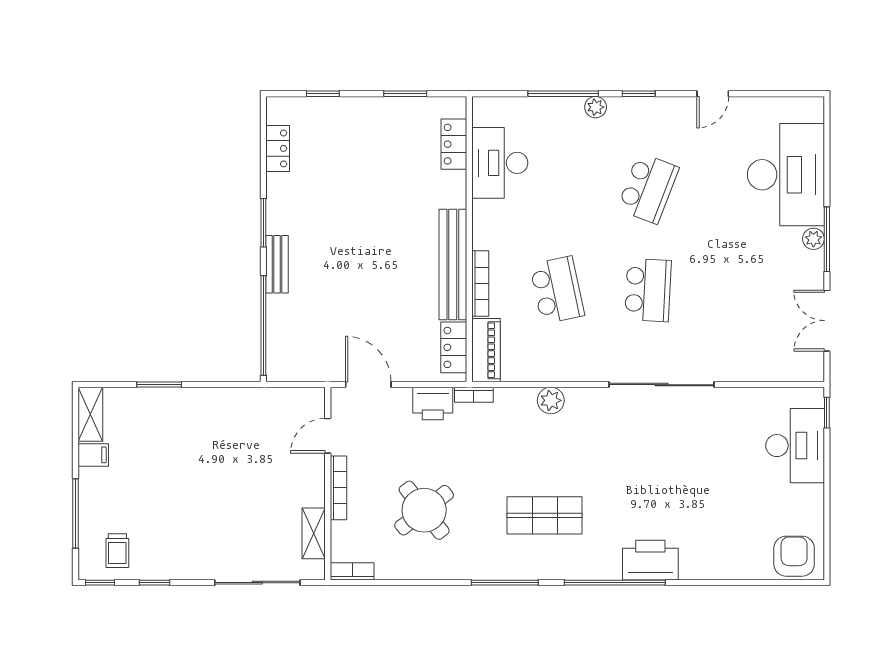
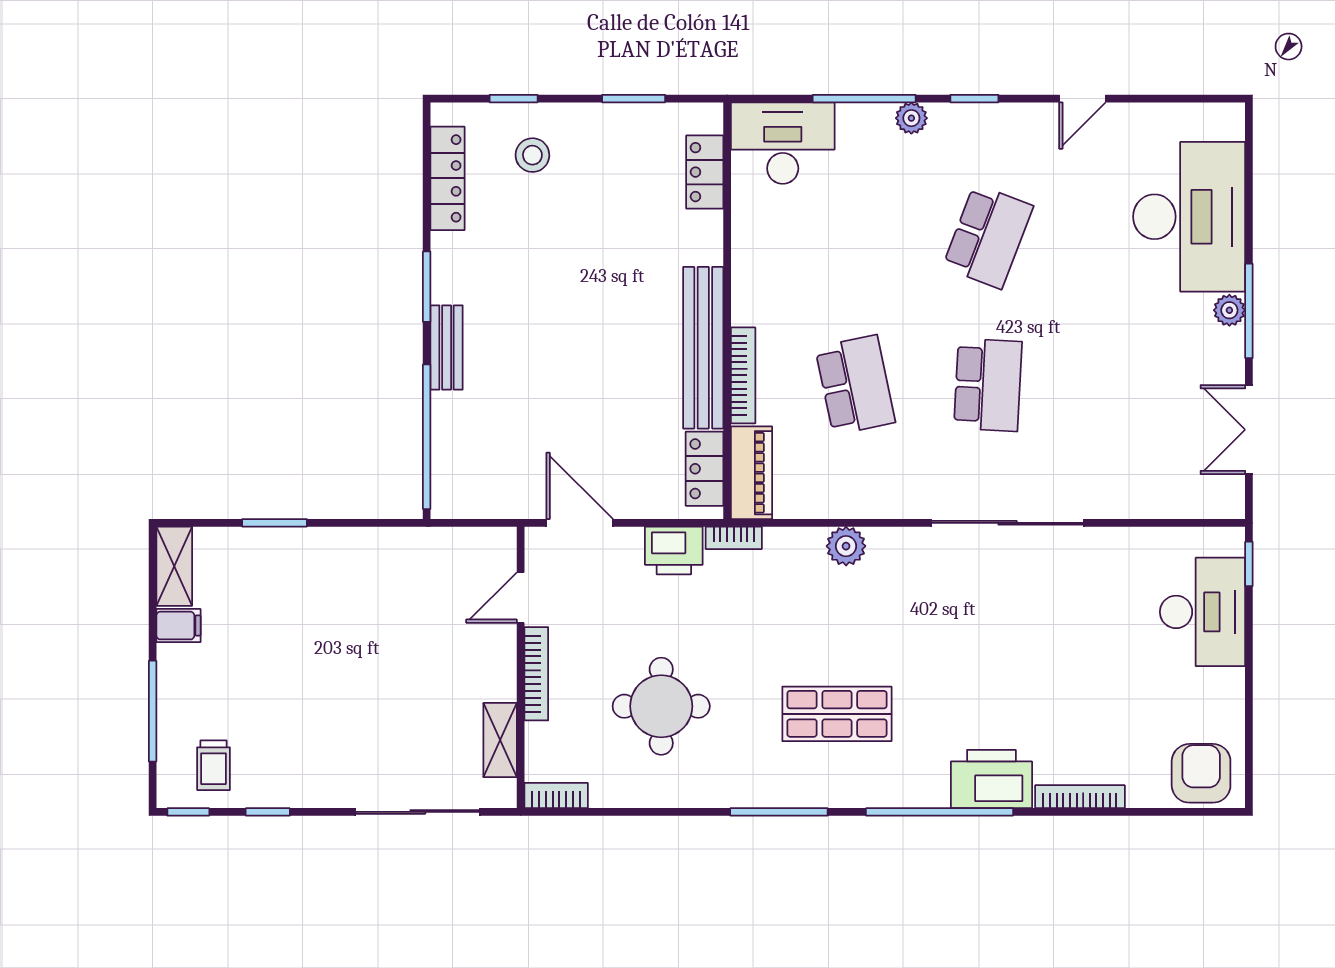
stool: (336, 132) -> (532, 155), added
locker: (278, 148) -> (448, 178), width x1.53
desk: (500, 163) -> (783, 143), moved, turned 90
round table: (424, 510) -> (661, 706), turned 38
bookcase: (711, 572) -> (1080, 797), added

